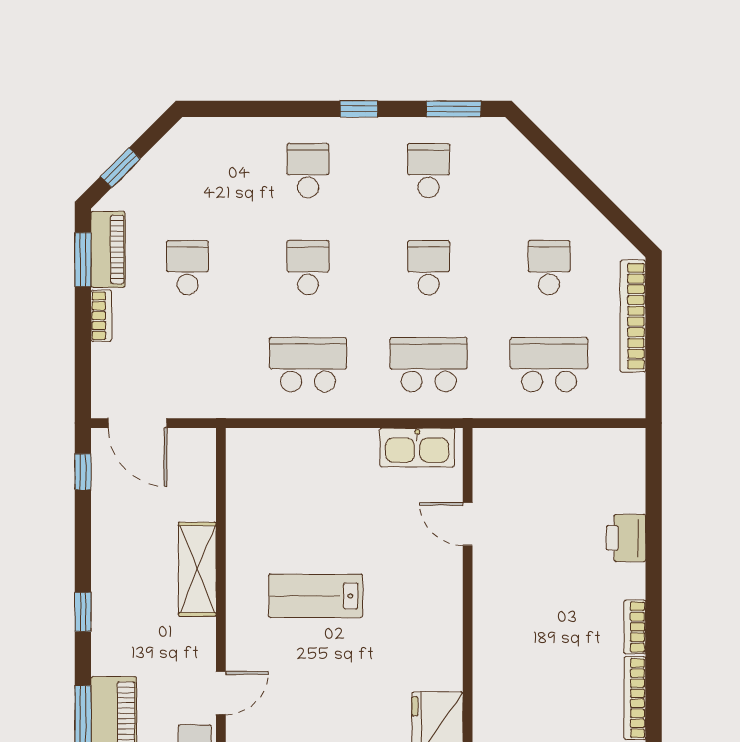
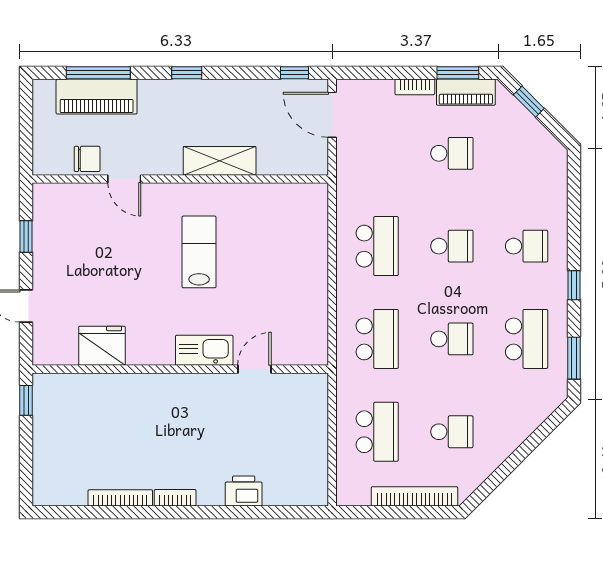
school desk: (429, 171) -> (527, 339), width x1.85
door: (137, 423) -> (332, 115), hinge flipped
kitchen sink: (417, 447) -> (204, 350), moved, turned 90

